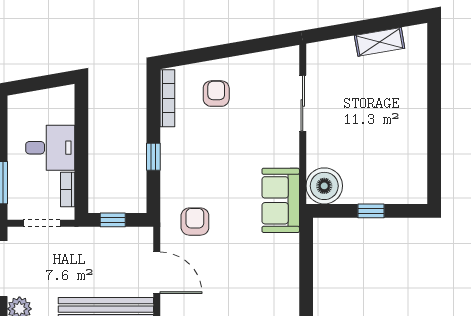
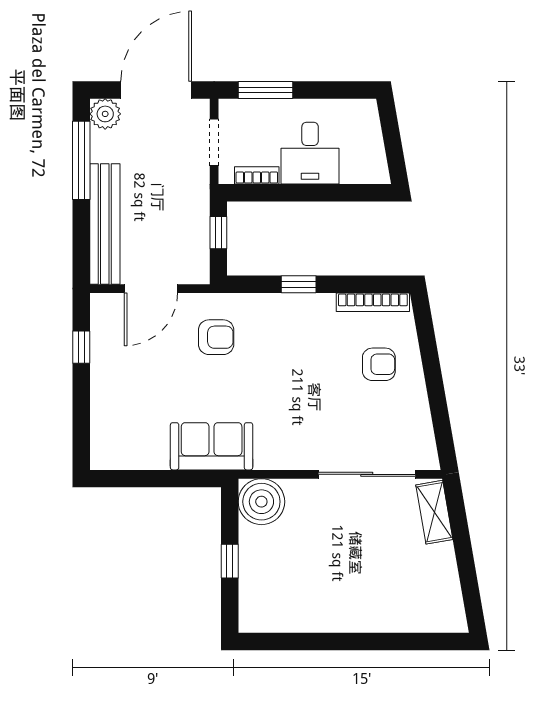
shelving: (380, 42) -> (434, 512), moved
sliding door: (303, 103) -> (367, 474), width x1.37
sofa: (281, 200) -> (212, 446), moved

